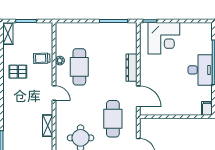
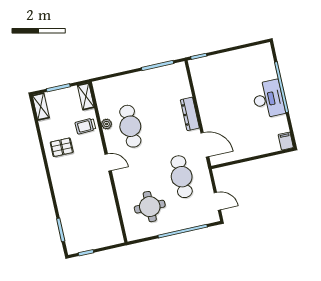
corner desk: (164, 38) -> (219, 72), removed
shelving: (48, 126) -> (86, 96), moved

